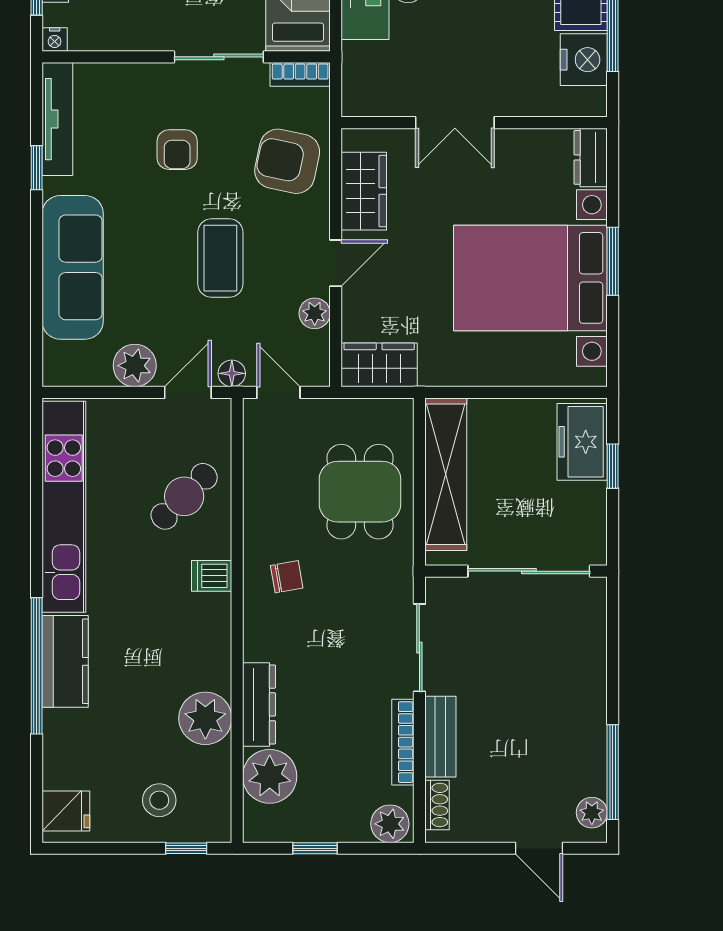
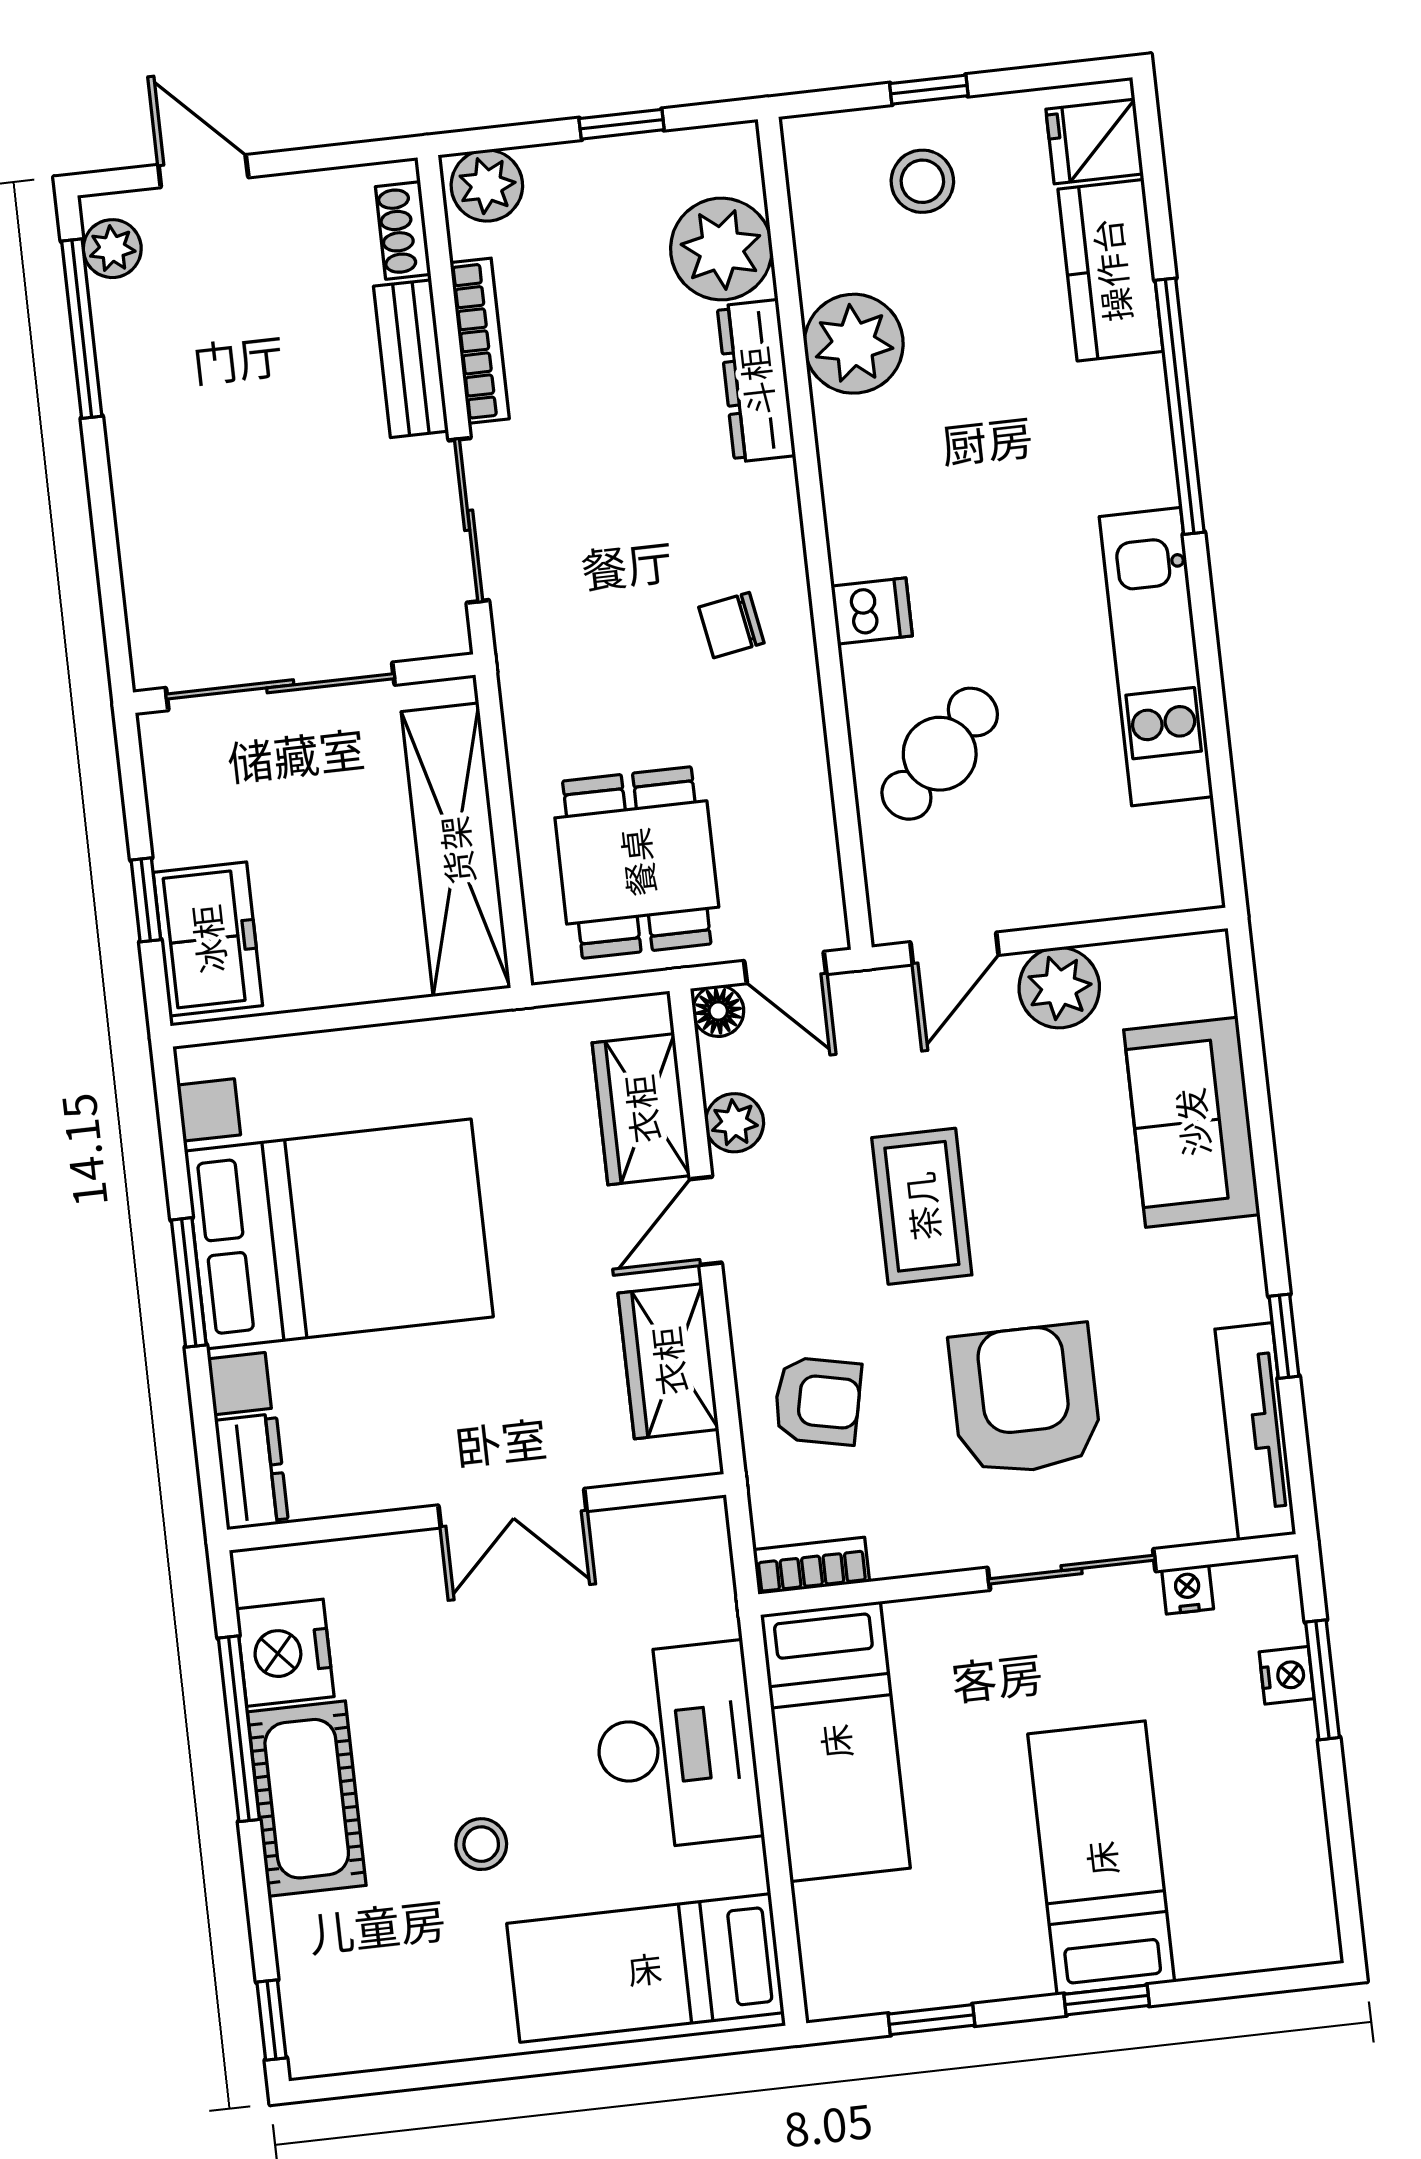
nightstand: (55, 40) -> (1188, 1589), moved
sliding door: (219, 57) -> (1072, 1570), moved
double door: (455, 123) -> (512, 1508), swing flipped
armchair: (177, 150) -> (1025, 1400), width x1.88, depth x1.88
armchair: (287, 161) -> (817, 1401), width x0.72, depth x0.72
sofa: (73, 267) -> (1192, 1122), width x0.73
wardrobe: (379, 365) -> (641, 1109), moved, turned 90
floor lamp: (232, 373) -> (718, 1011), moved
dining table: (360, 492) -> (637, 862), moved
kitchen unit: (64, 507) -> (1156, 657), width x0.73
kitchen counter: (65, 661) -> (1111, 270), moved
window: (186, 848) -> (929, 90), moved

